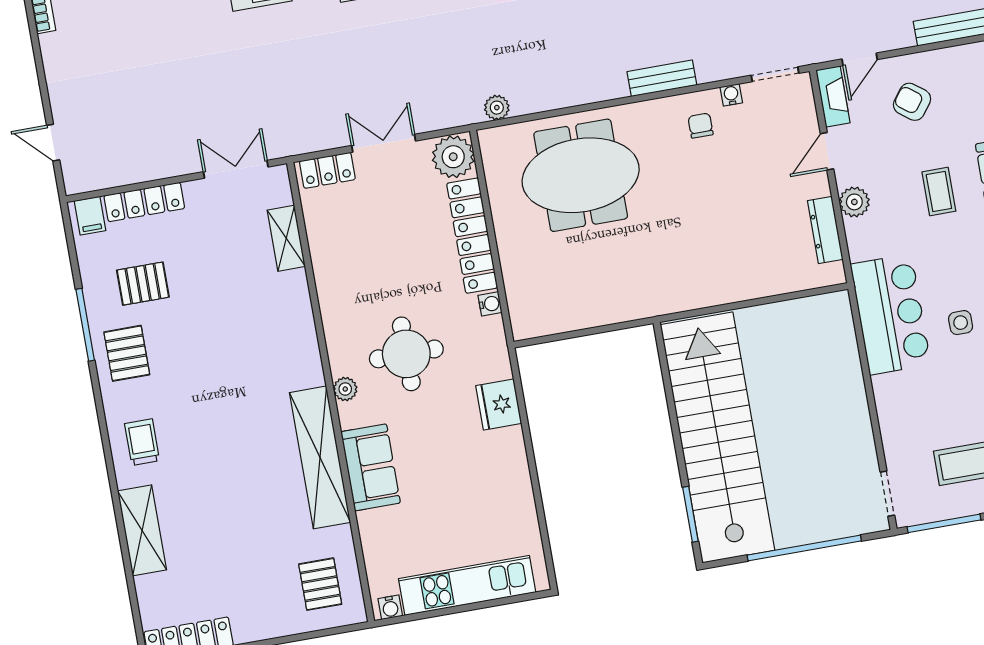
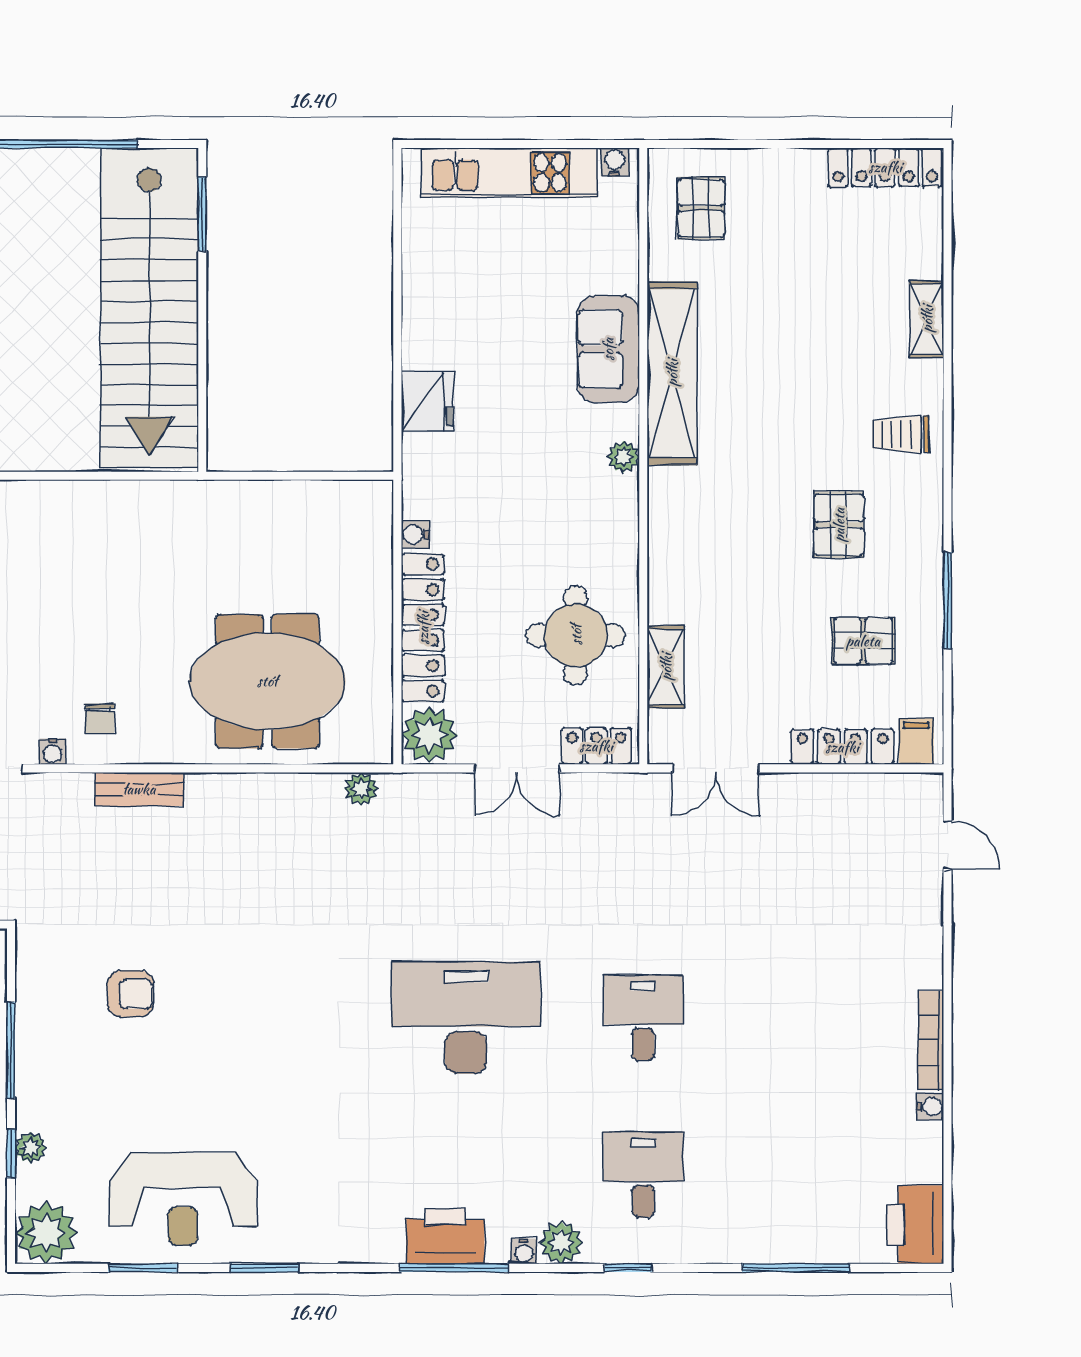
pallet: (127, 353) -> (839, 525), moved
round table: (406, 354) -> (576, 635), moved
trolley: (142, 442) -> (901, 434), turned 90
shelving: (142, 530) -> (927, 319), width x0.67, depth x0.75

